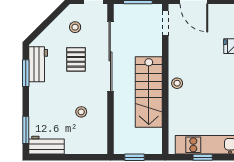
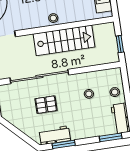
stool: (75, 27) -> (115, 92), moved

